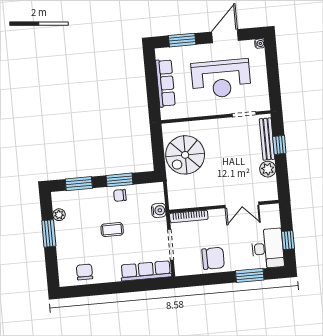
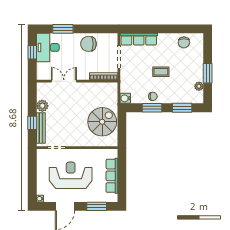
water cooler: (159, 210) -> (125, 98), moved

